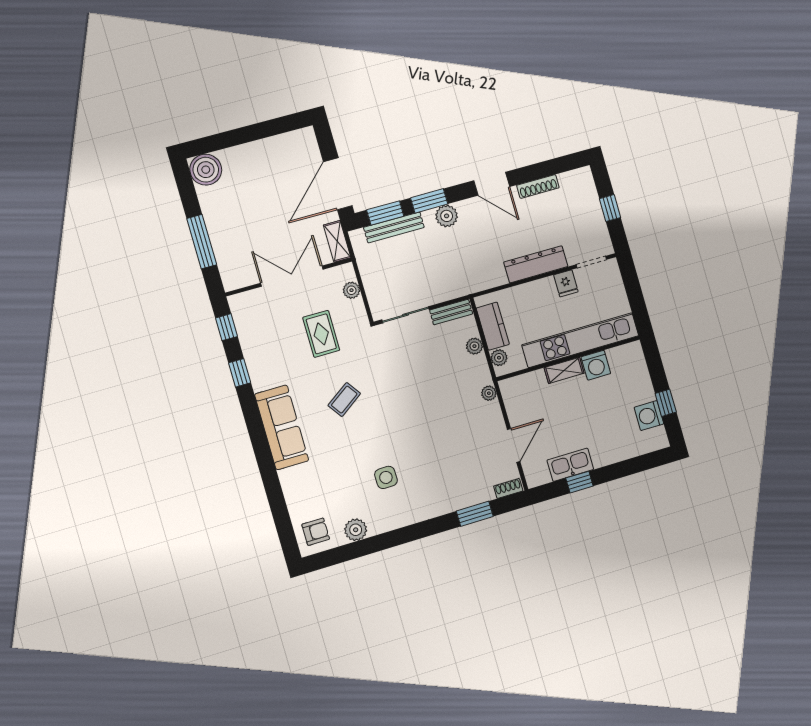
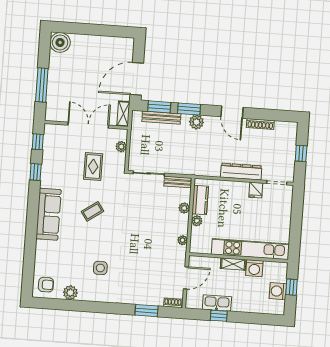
kitchen unit: (580, 340) -> (250, 249), moved
wall: (568, 358) -> (239, 258), moved
washing machine: (596, 365) -> (254, 268), moved
shelving: (564, 370) -> (233, 264), moved

